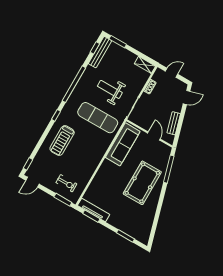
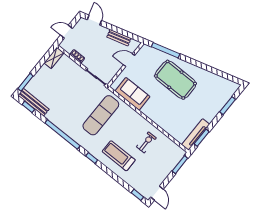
door: (171, 73) -> (66, 32), hinge flipped
weight bench: (110, 89) -> (74, 98), removed
treadmill: (62, 140) -> (119, 156), turned 180
sofa: (123, 144) -> (133, 94), width x0.73
exercise bike: (66, 183) -> (146, 142), moved

